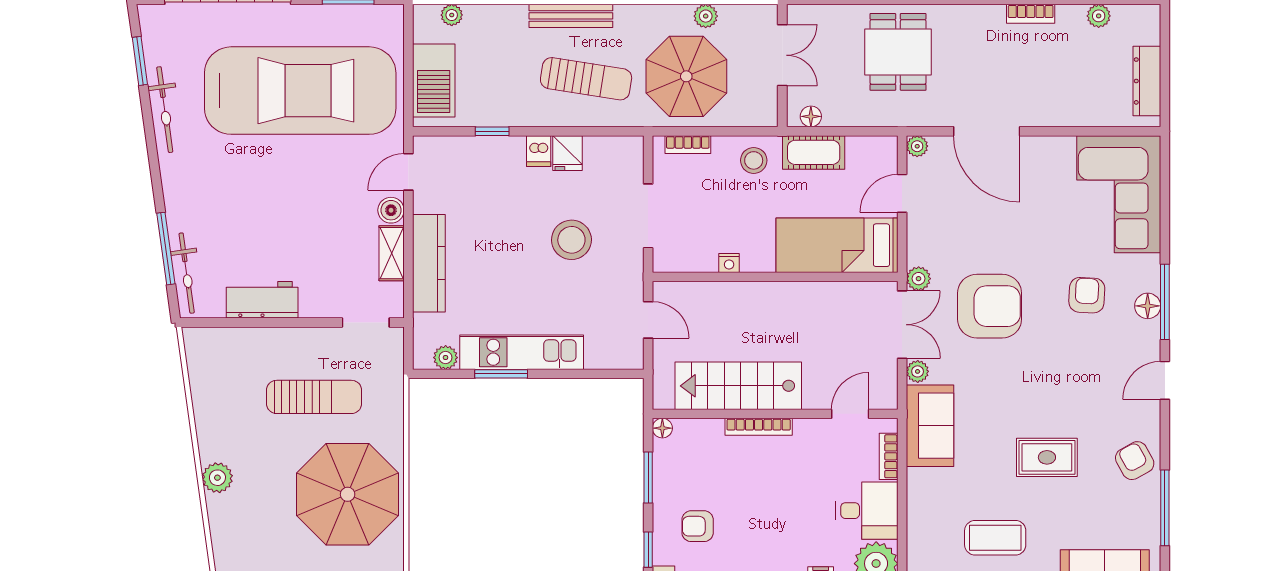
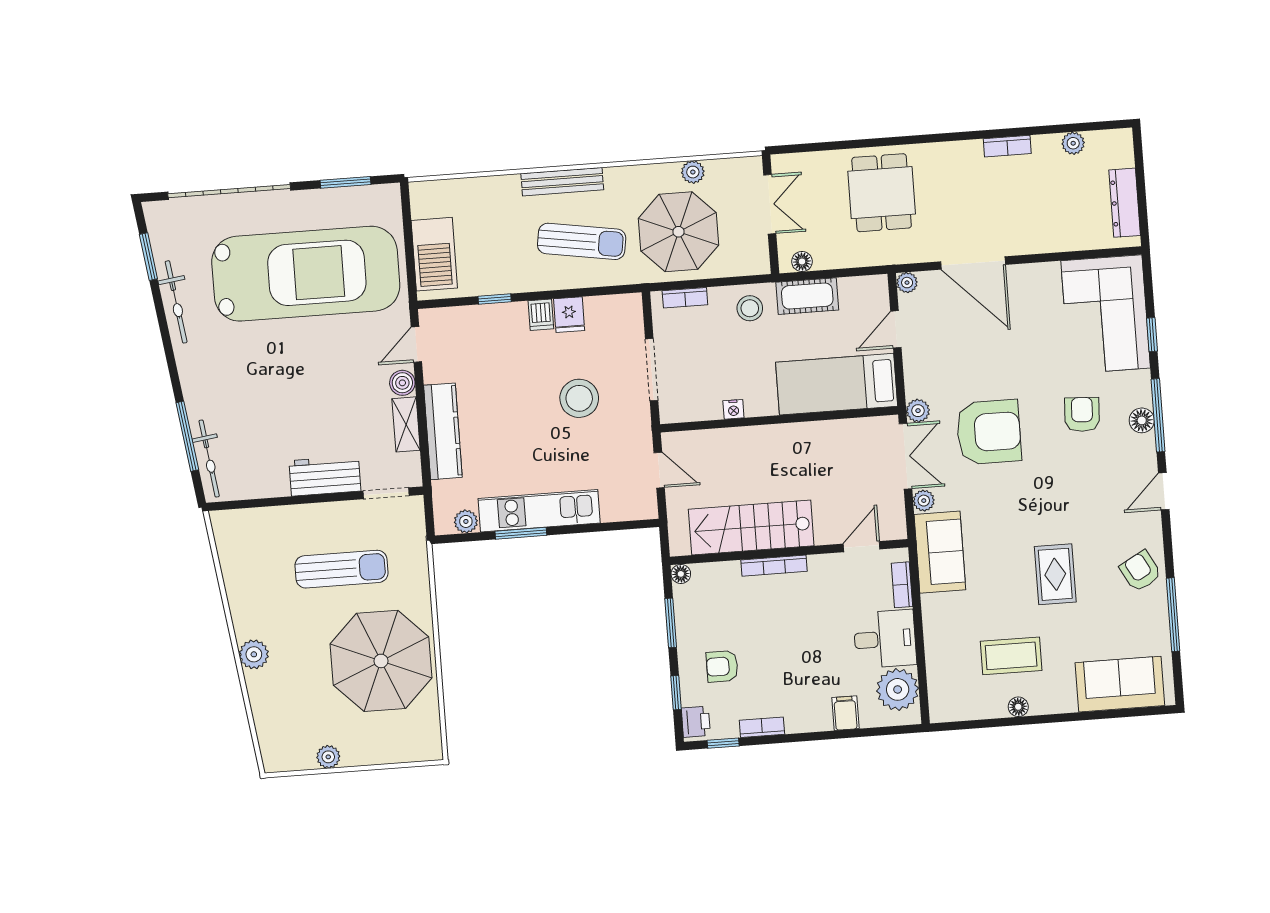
plant: (452, 15) -> (447, 189), removed
window: (1165, 219) -> (1152, 335), added
workbench: (262, 300) -> (325, 476), moved
rug: (1047, 457) -> (1055, 574), turned 90

